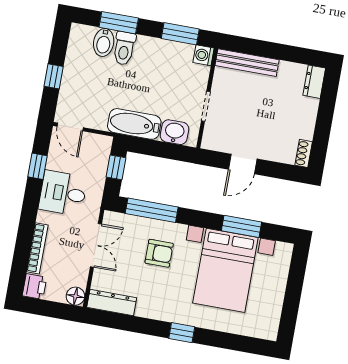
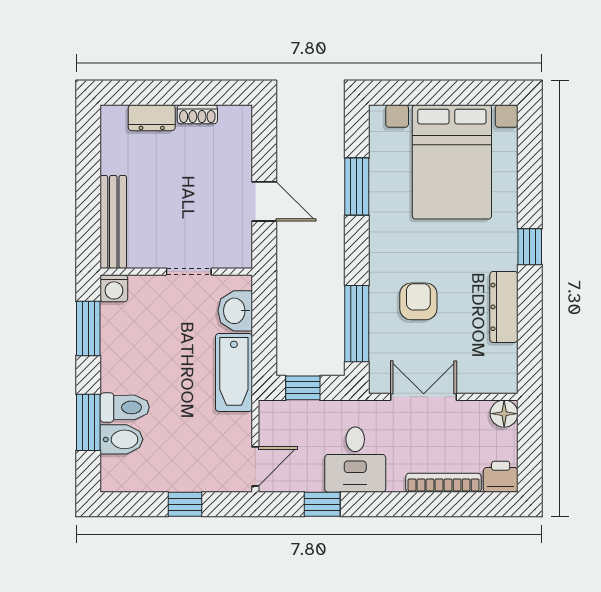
dresser: (314, 82) -> (152, 118), moved
shoe rack: (304, 153) -> (197, 114), moved
bed with nightstands: (225, 270) -> (452, 162), moved, turned 90
dresser: (112, 303) -> (504, 307), moved

